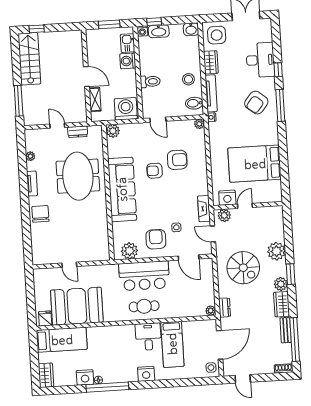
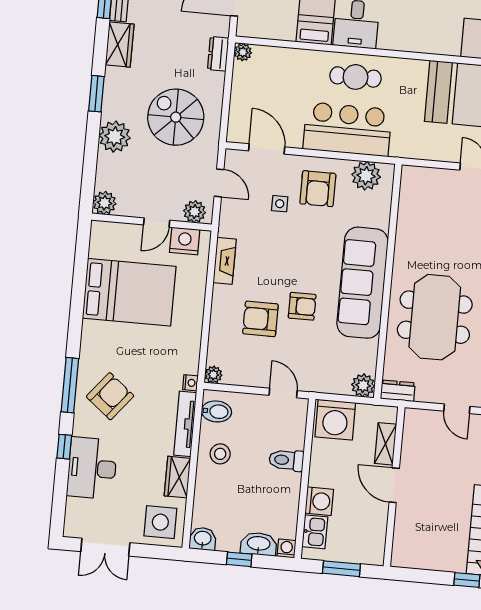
window: (154, 22) -> (239, 559), moved
dresser: (78, 132) -> (398, 391), moved
fireplace: (204, 209) -> (225, 261), moved
plant: (281, 284) -> (105, 203), moved

